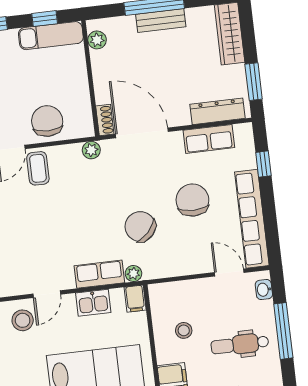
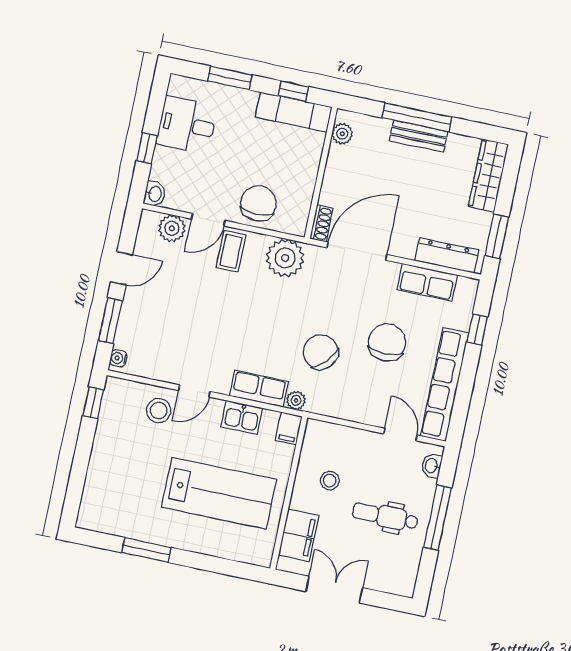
door: (142, 133) -> (357, 251), hinge flipped
plant: (91, 150) -> (285, 258), width x1.88, depth x1.88

